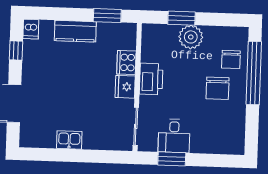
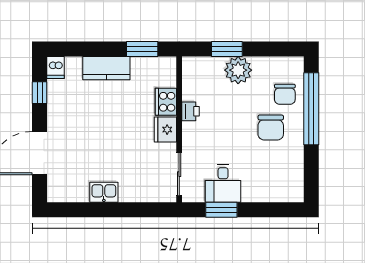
printer: (151, 79) -> (191, 111), width x0.53, depth x0.68

